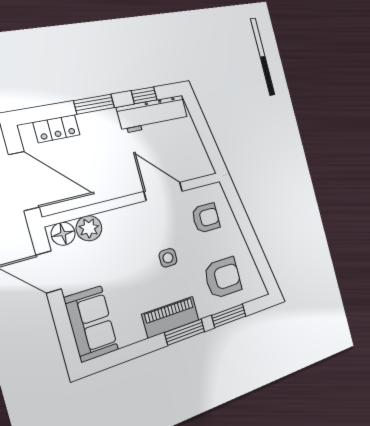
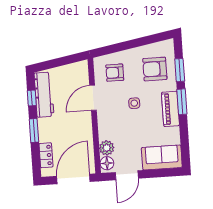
armchair: (206, 218) -> (115, 73), turned -90
armchair: (223, 278) -> (155, 69), turned -90

